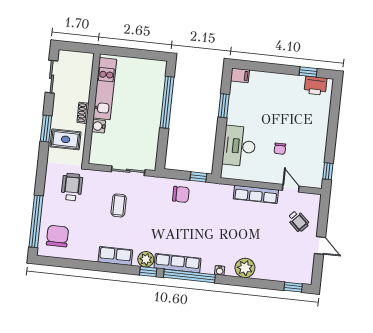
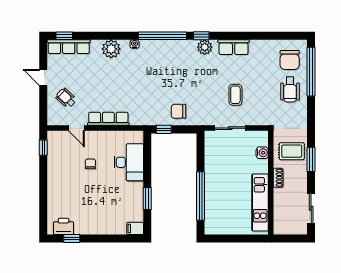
water cooler: (99, 126) -> (262, 153), moved
wheelchair: (72, 187) -> (290, 89), moved
row of seats: (177, 263) -> (69, 47), moved

